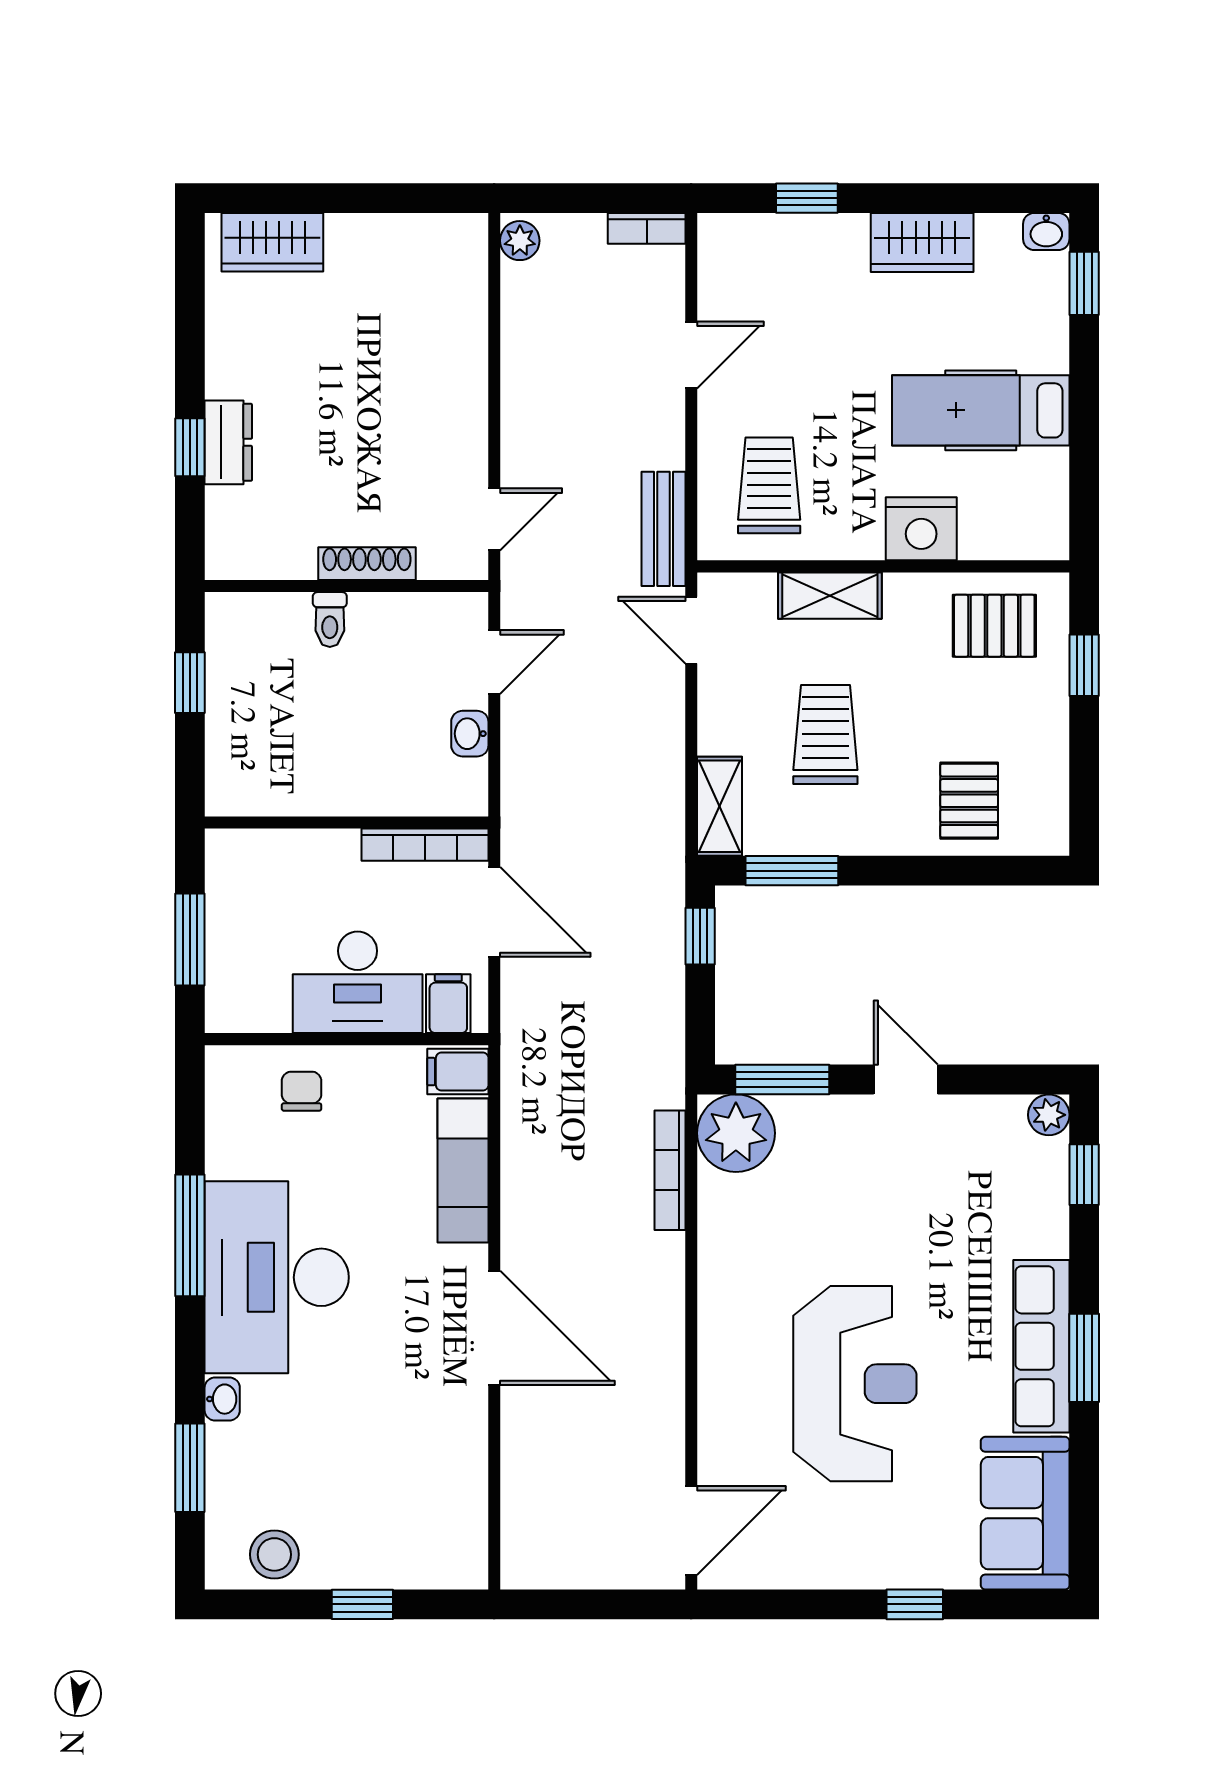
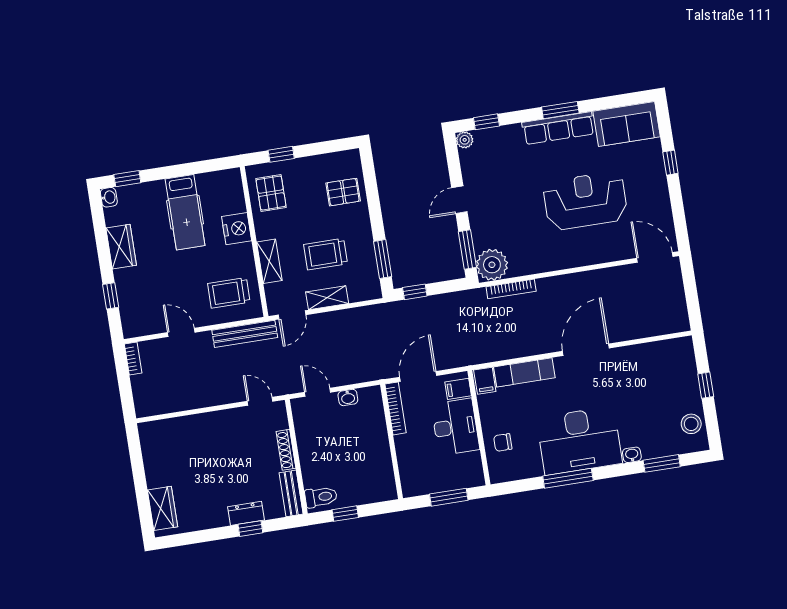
plant: (520, 241) -> (146, 409), removed
bench: (663, 529) -> (245, 334), width x1.36
bench: (260, 559) -> (291, 493), added
toilet: (330, 620) -> (321, 497), moved, width x1.37, depth x1.39
shelving: (719, 806) -> (327, 298), moved

